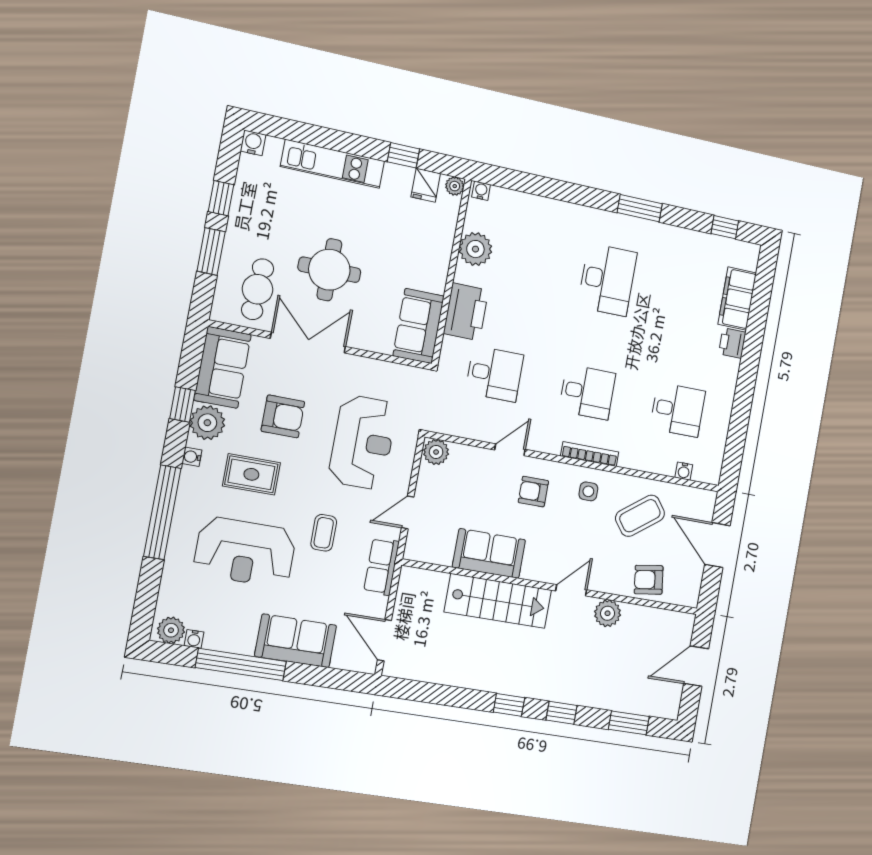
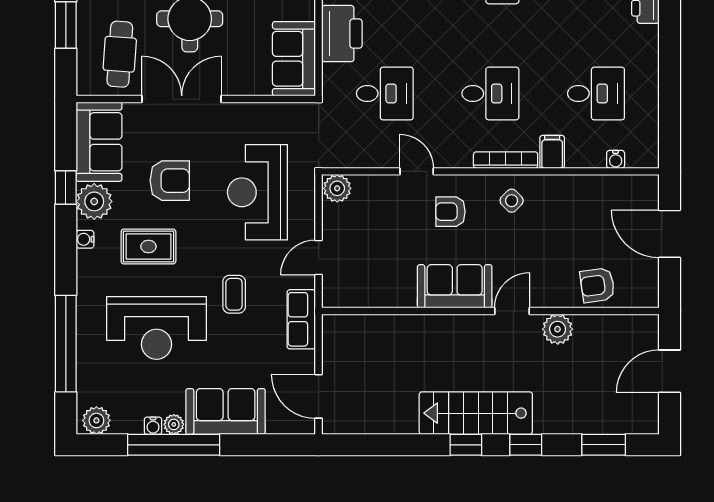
reception desk: (363, 442) -> (257, 192), turned 180
door: (510, 450) -> (417, 171), hinge flipped
filing cabinet: (631, 454) -> (552, 152), added
side table: (588, 491) -> (512, 201), turned 45
window: (162, 512) -> (66, 344), moved
coffee table: (640, 516) -> (575, 217), removed
sofa: (489, 553) -> (455, 286), moved
stairs: (498, 601) -> (476, 413), moved, turned 180
water cooler: (194, 639) -> (153, 426), moved
plant: (245, 645) -> (174, 424), added

